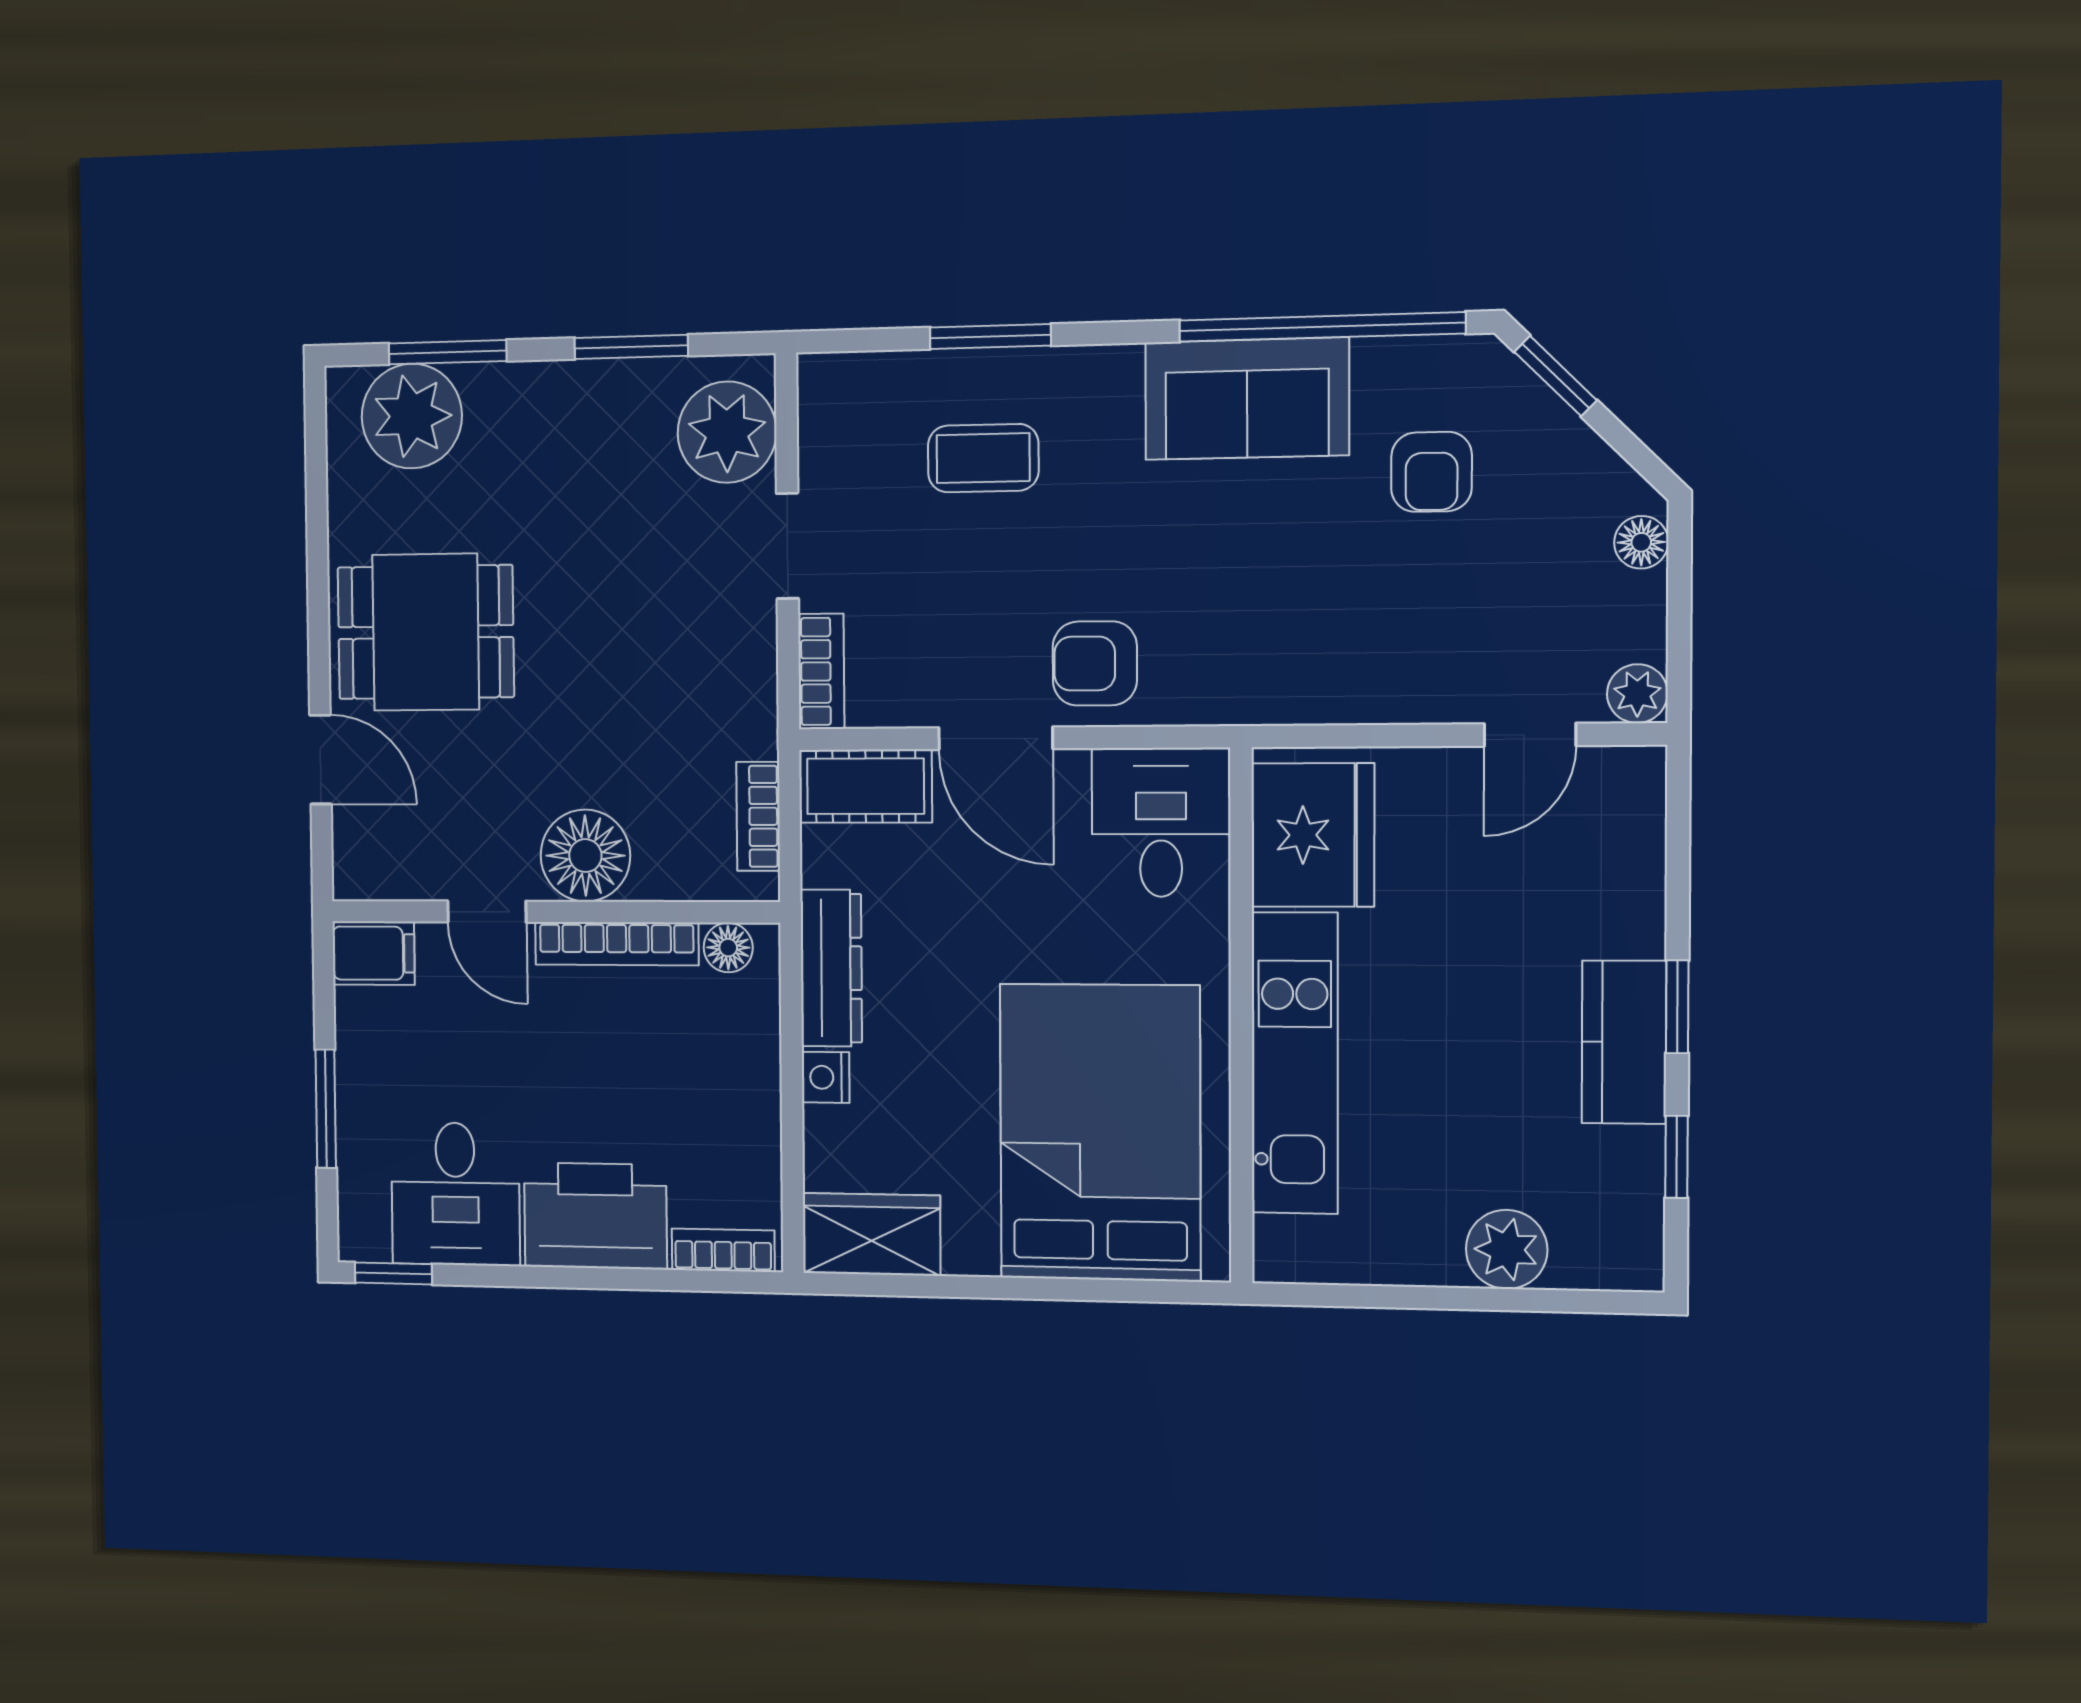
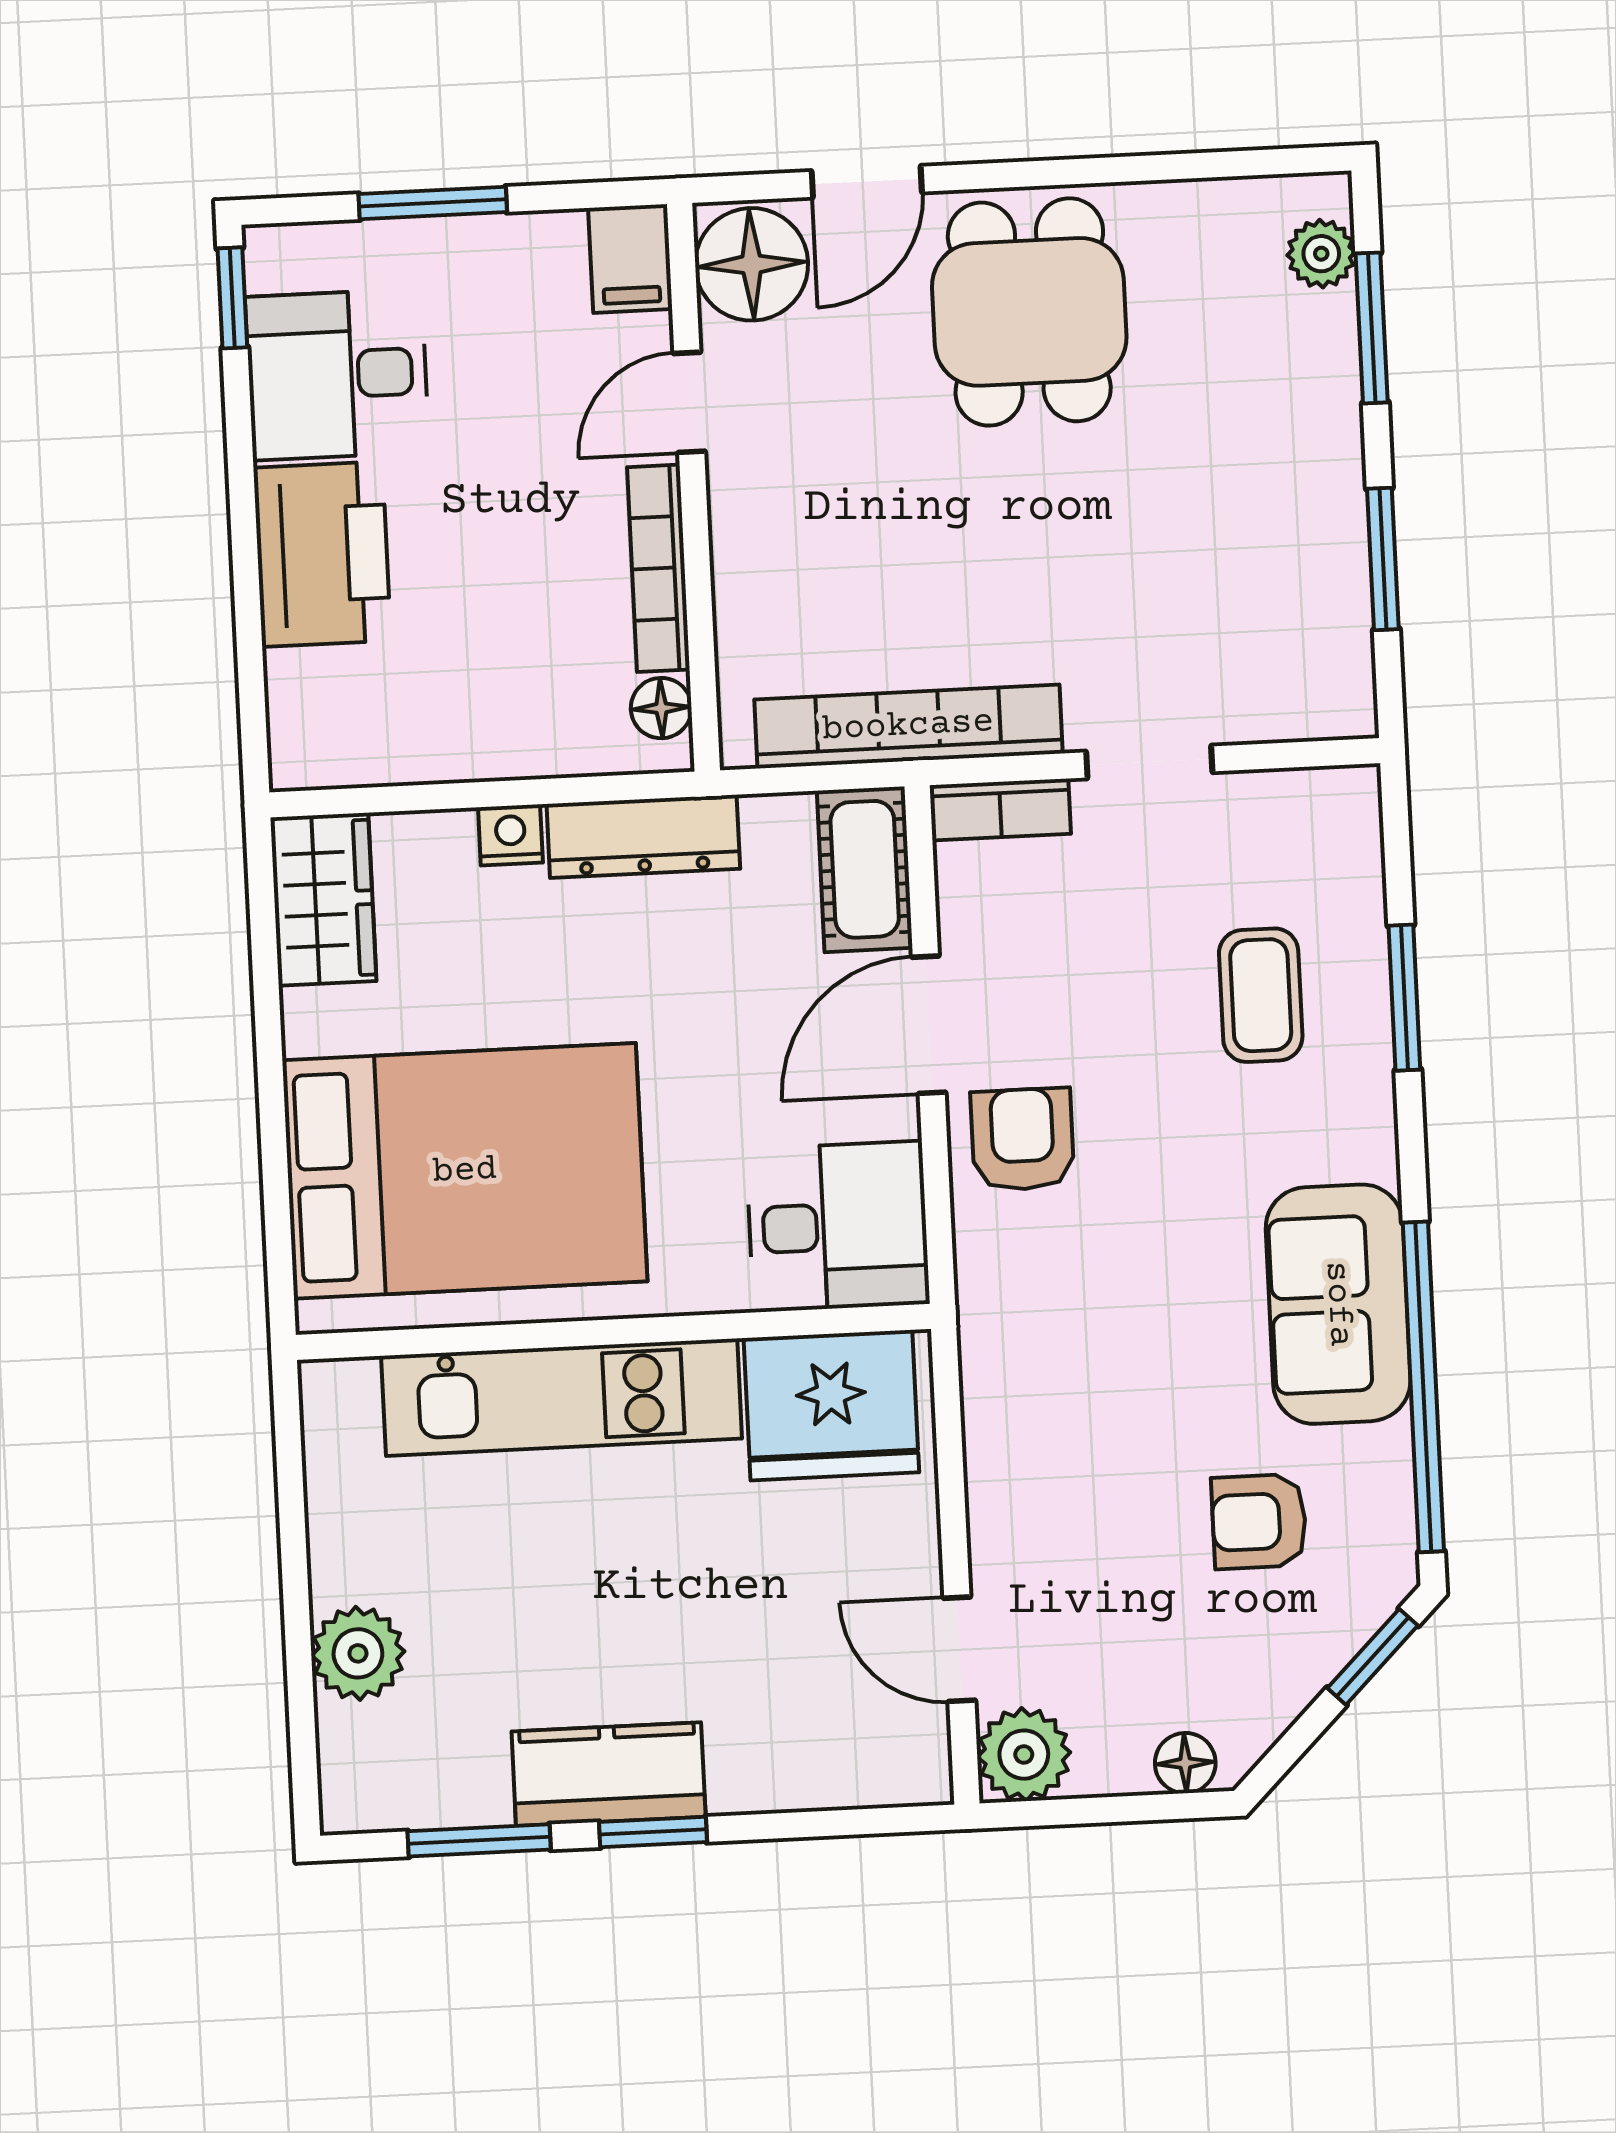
plant: (412, 416) -> (1321, 254), width x0.53, depth x0.53
plant: (727, 432) -> (1283, 682), removed
plant: (1637, 694) -> (1024, 1755), width x1.38, depth x1.38
bookcase: (758, 816) -> (908, 726), width x2.31, depth x1.31
floor lamp: (585, 856) -> (752, 264), moved
window: (1677, 1157) -> (479, 1840), width x1.50
bookcase: (723, 1250) -> (291, 716), removed

